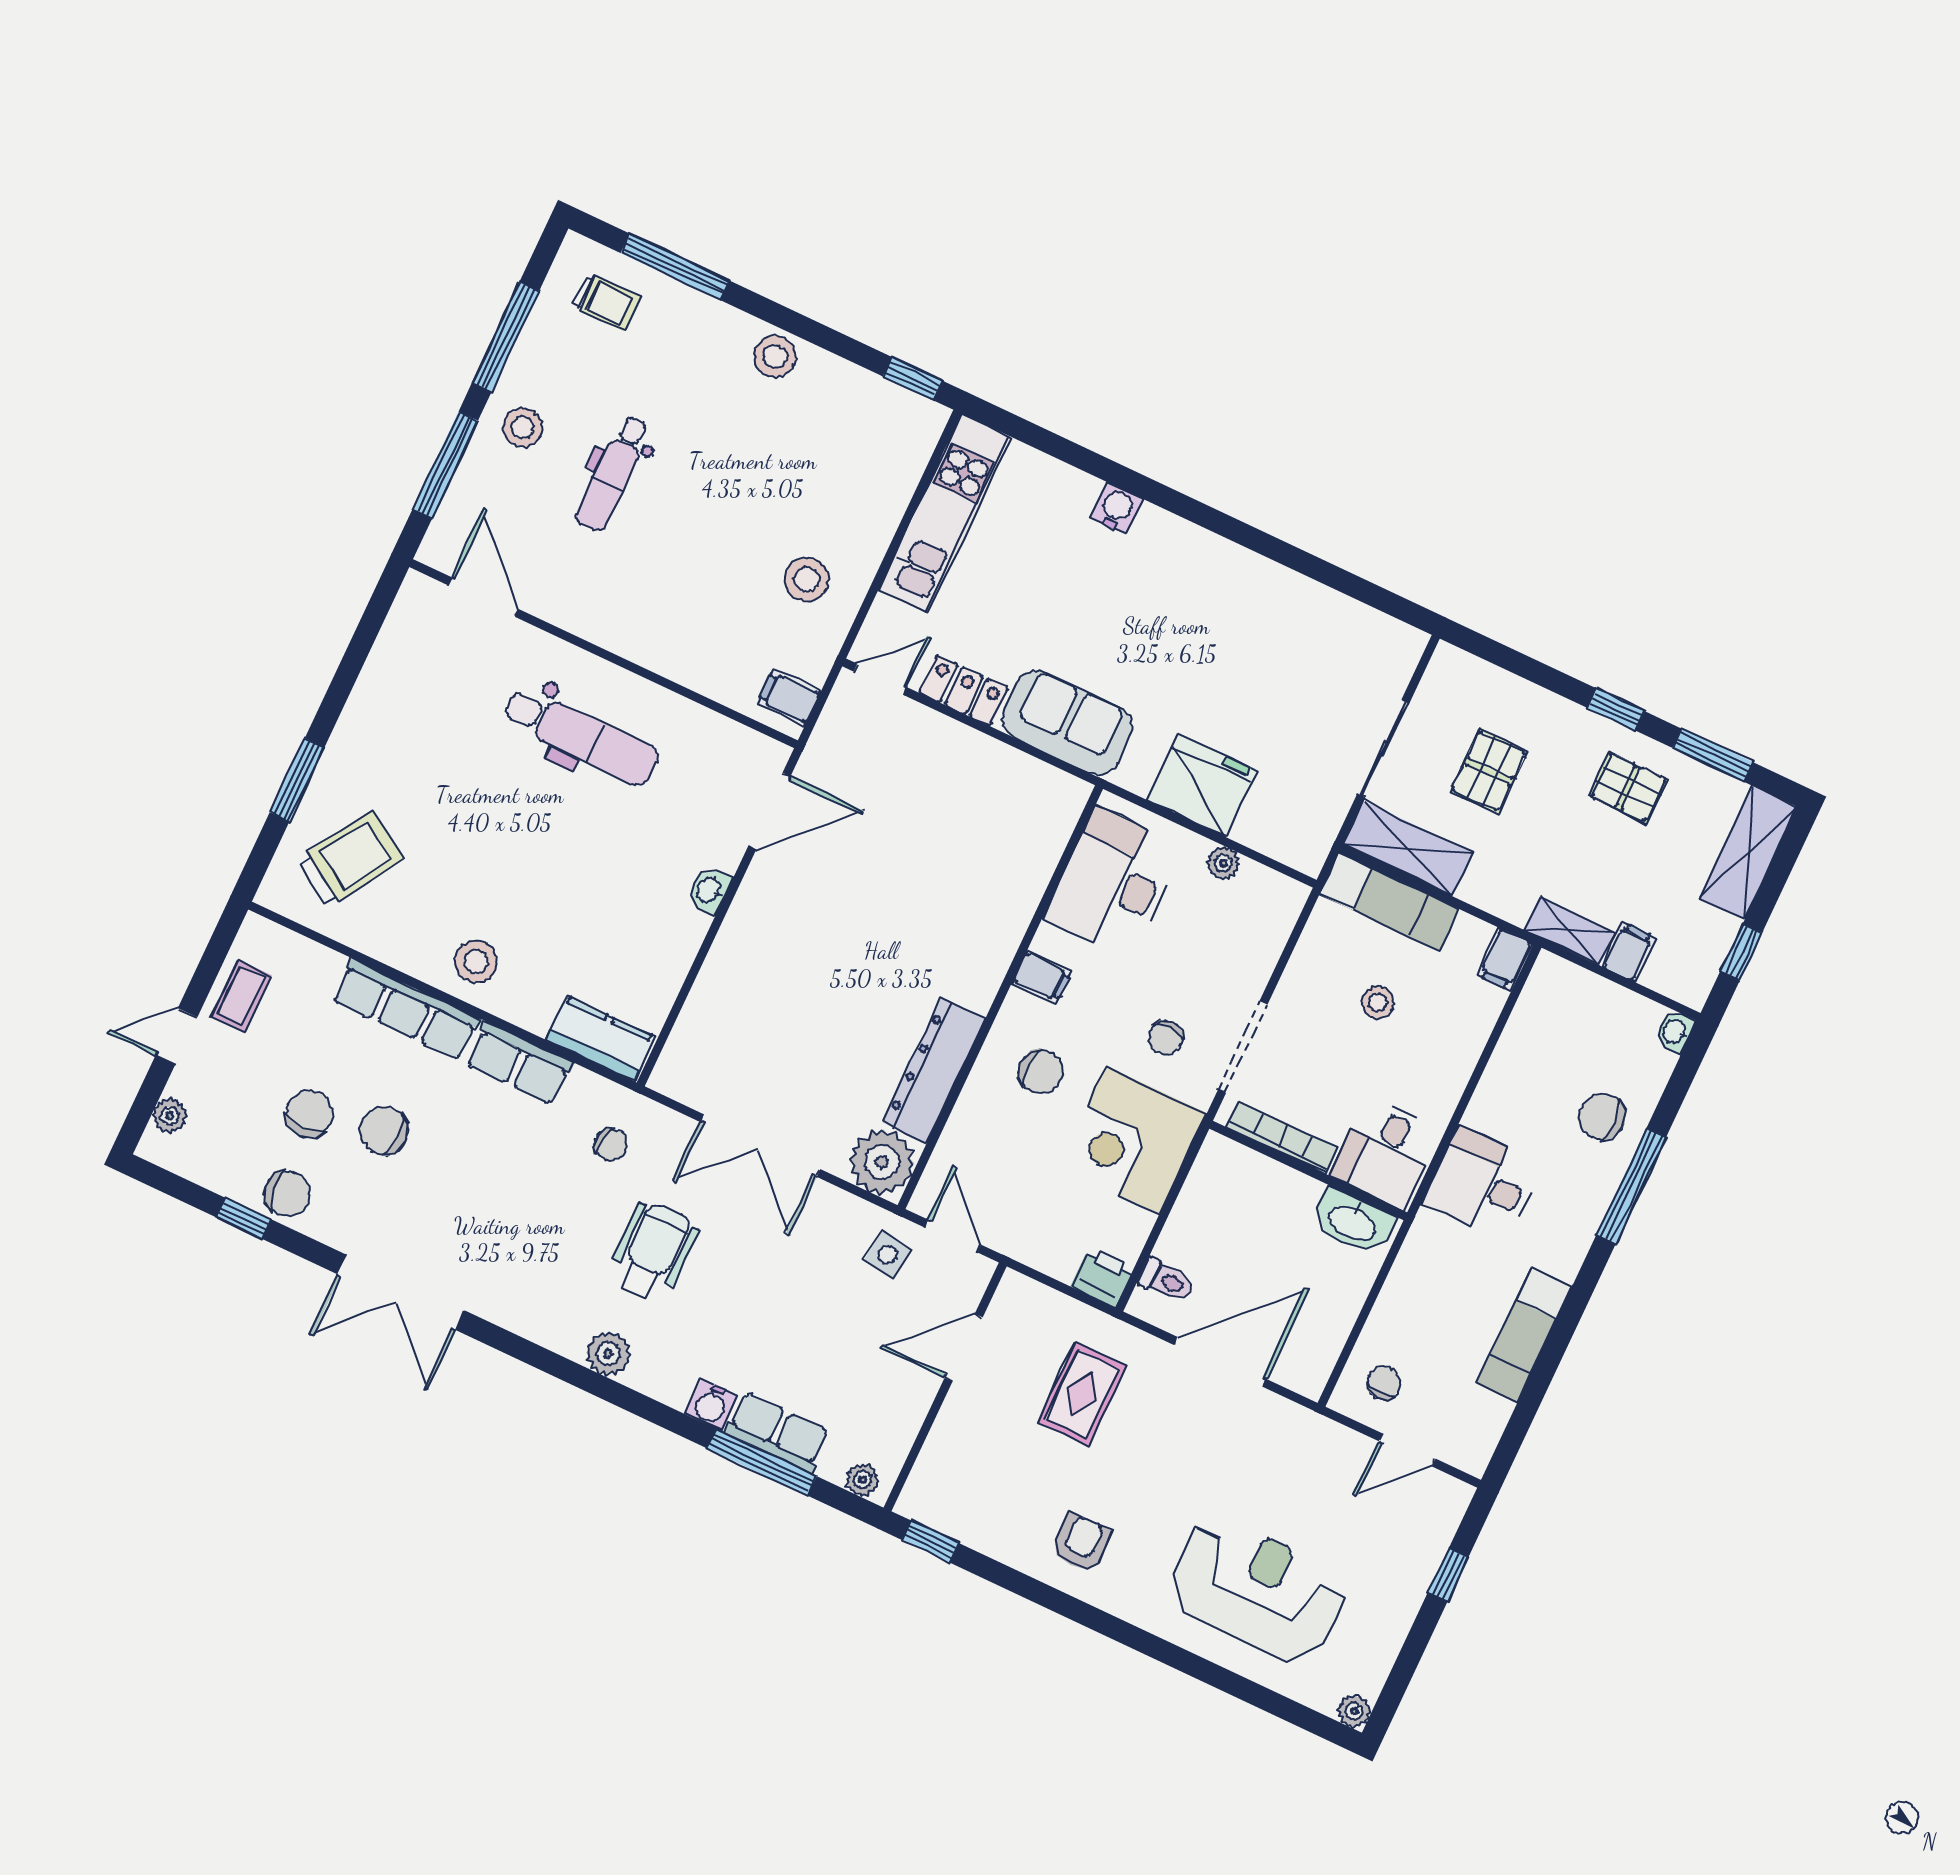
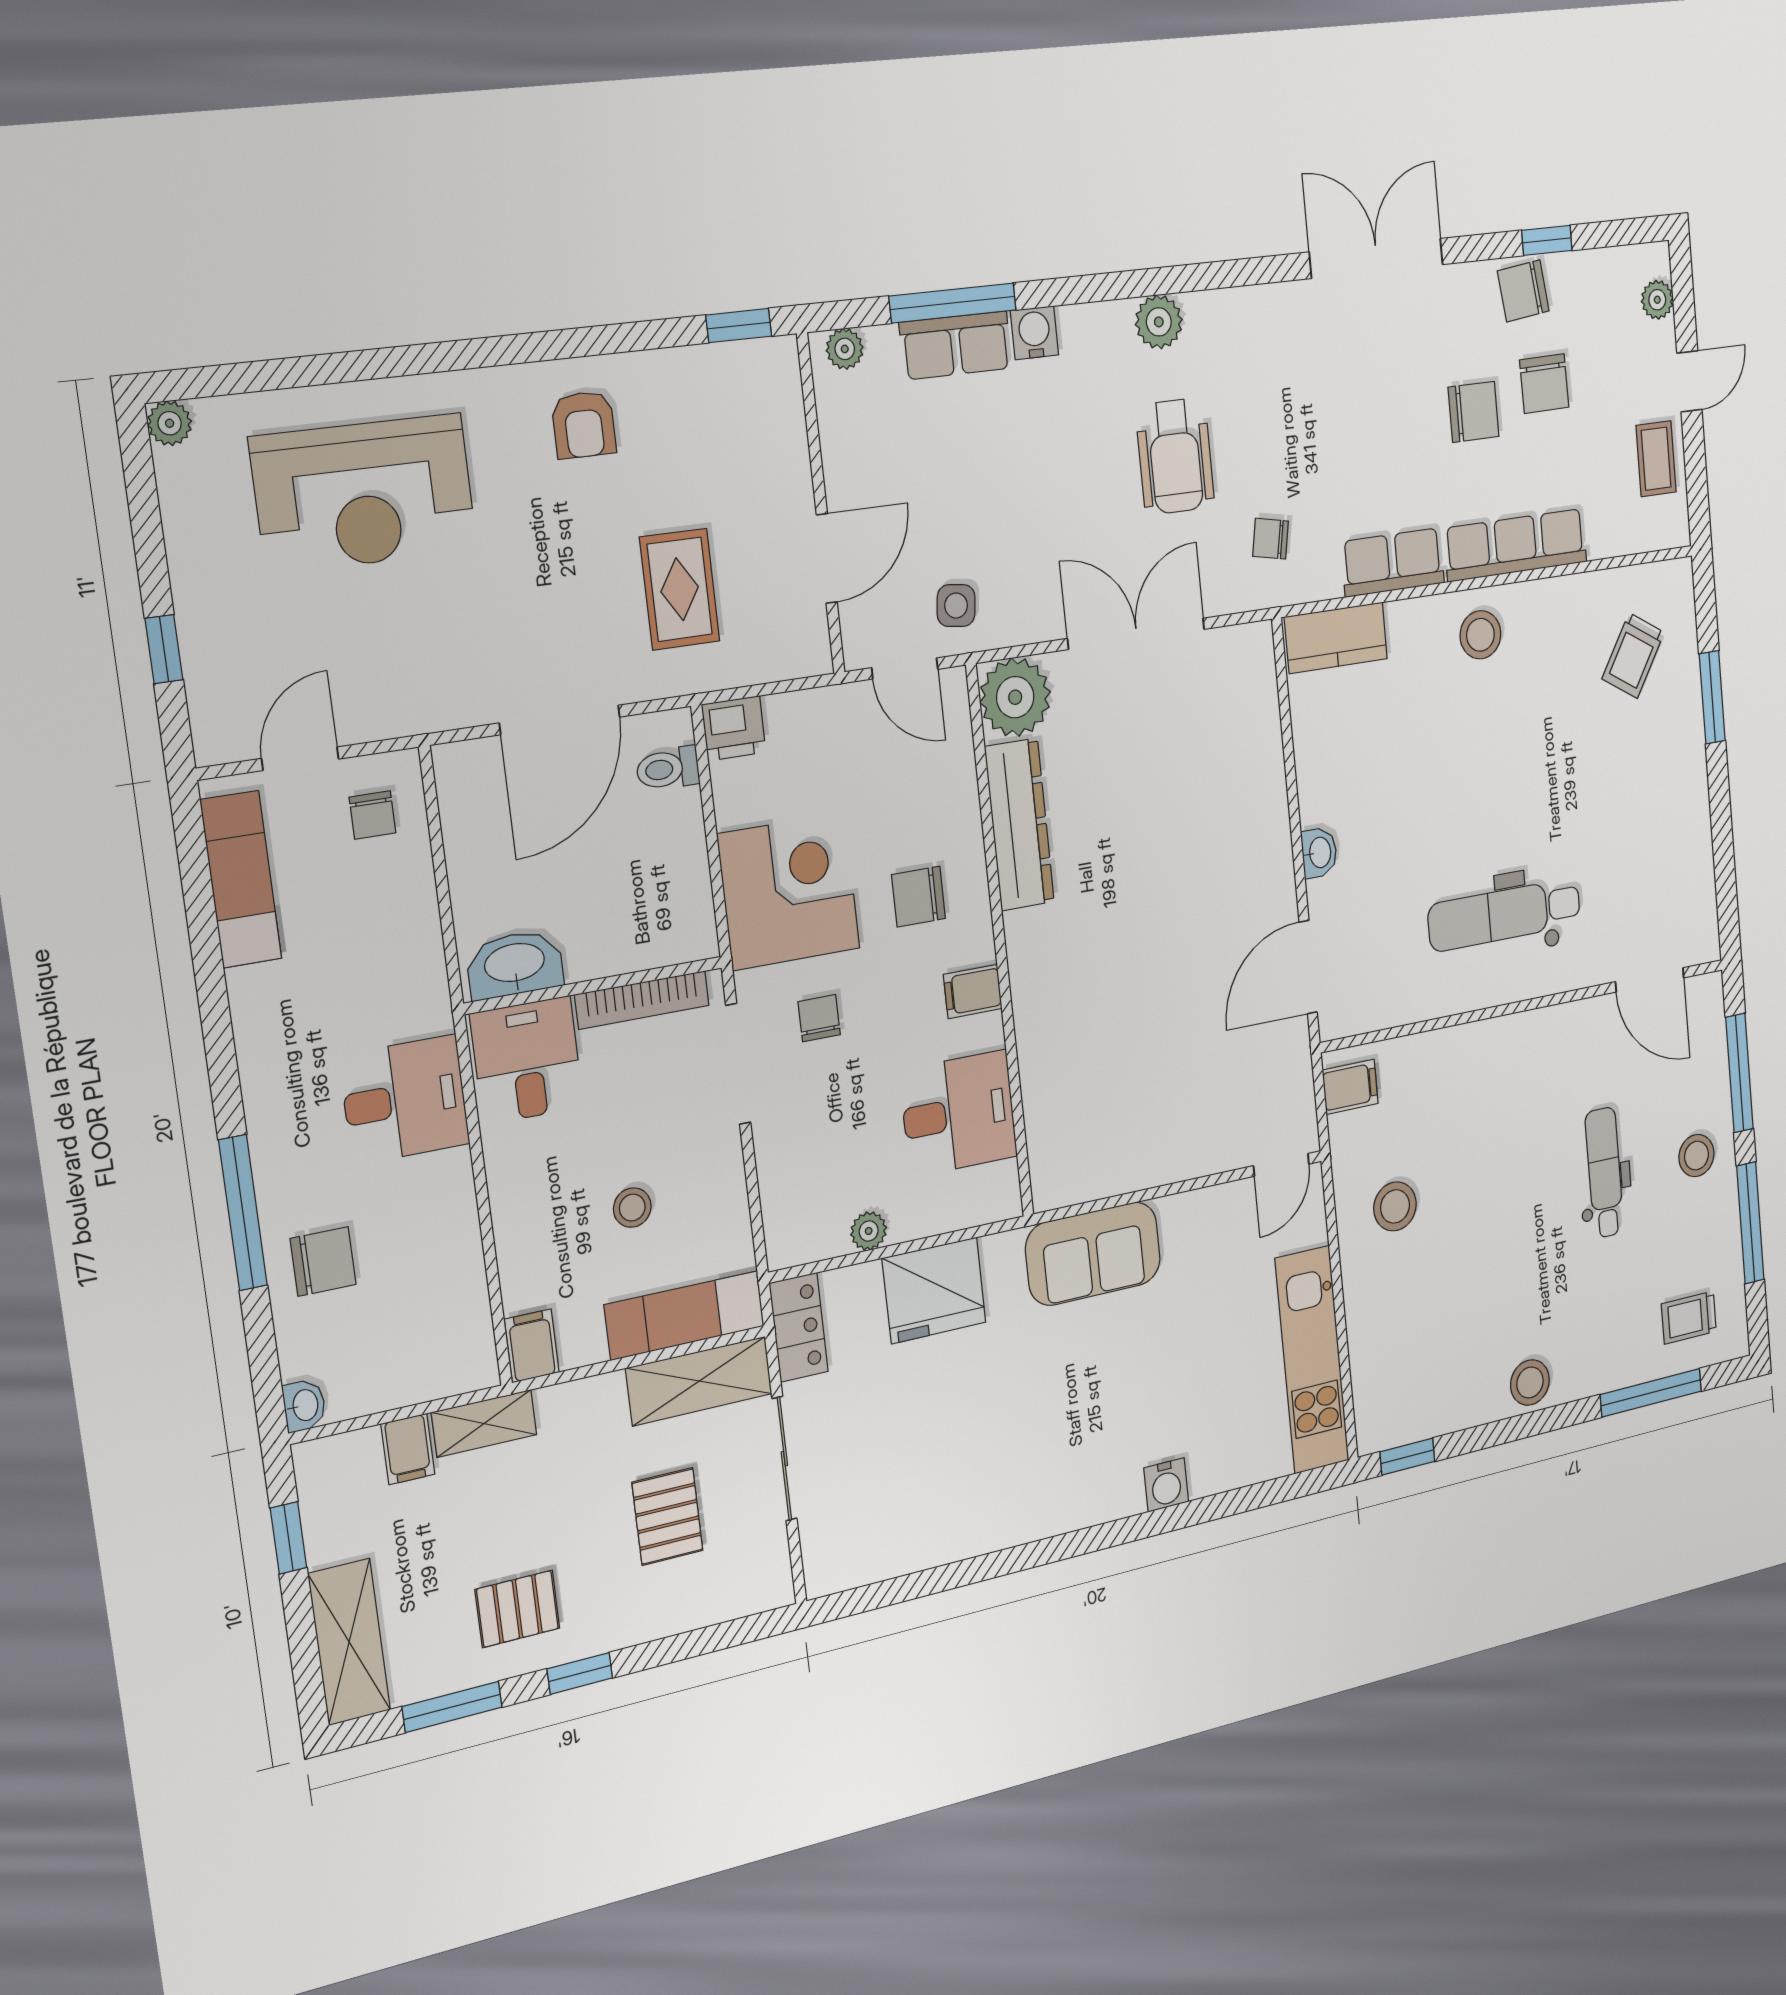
locker: (964, 690) -> (799, 1327), moved, turned -90
trolley: (350, 859) -> (1633, 656), width x0.73, depth x0.72
desk: (1113, 883) -> (959, 1113), width x0.73
exam couch: (1524, 1335) -> (241, 879), moved

